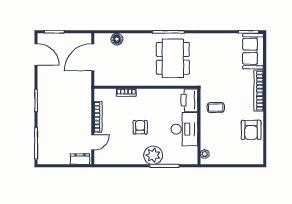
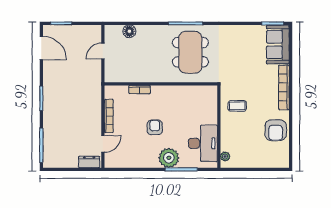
door: (93, 57) -> (103, 51), width x0.53
printer: (189, 100) -> (208, 98), removed
desk: (184, 129) -> (203, 143), moved

